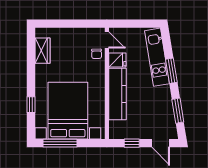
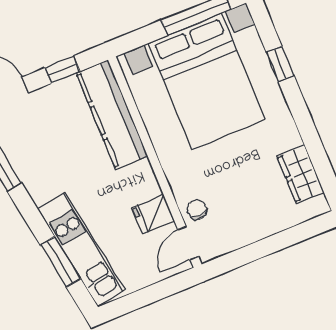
door: (107, 40) -> (188, 243), hinge flipped
window: (171, 71) -> (60, 262), moved
kitchen counter: (117, 94) -> (112, 114), moved

